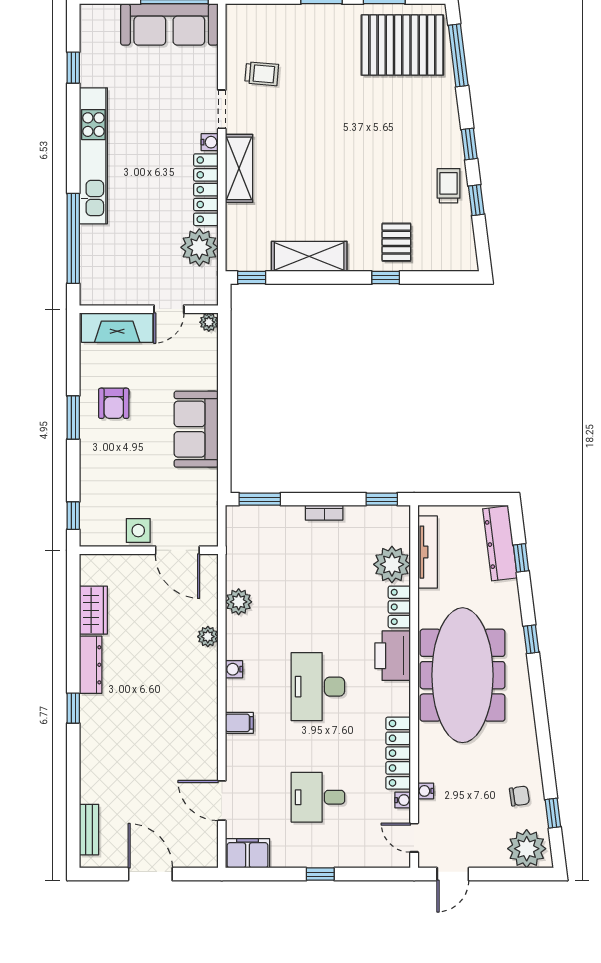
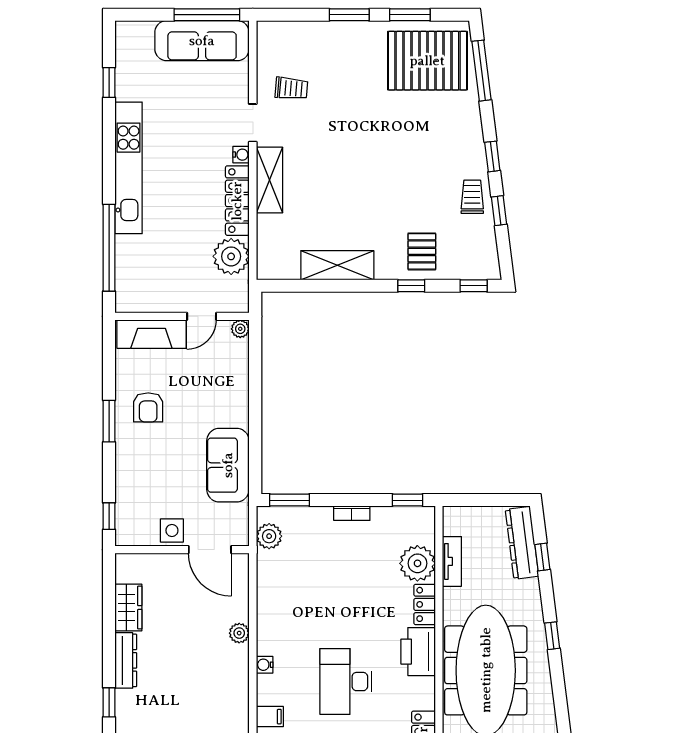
window: (252, 278) -> (474, 286), moved
sofa: (196, 429) -> (228, 465), moved
tv unit: (428, 552) -> (452, 561), width x0.71
plant: (239, 602) -> (269, 536), moved

